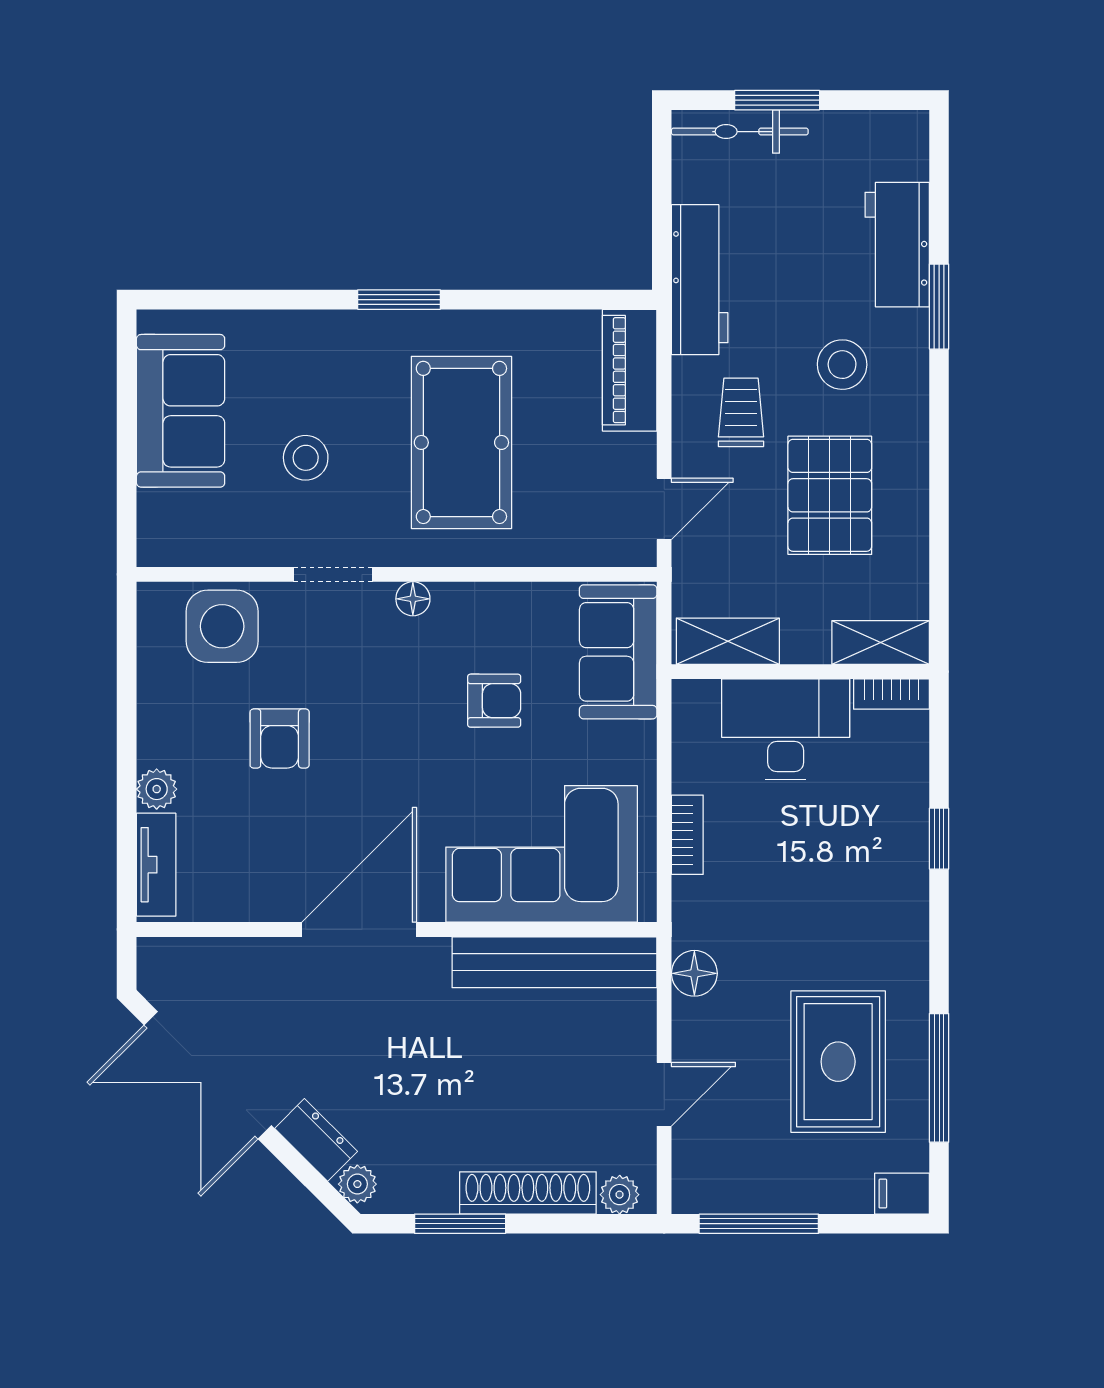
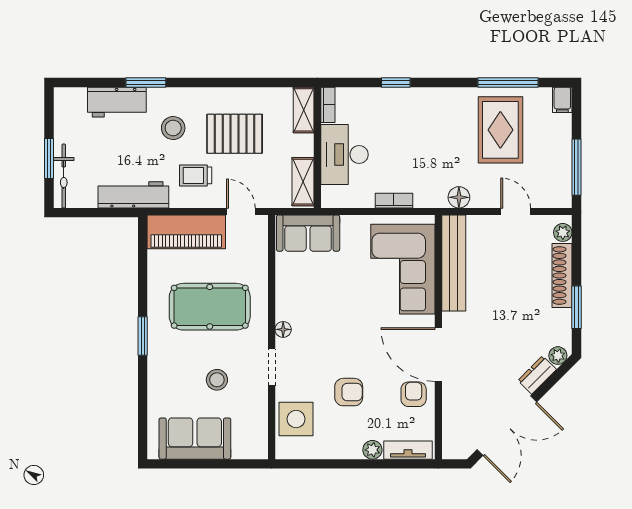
piano: (630, 370) -> (186, 232), width x1.37, depth x1.33
armchair: (494, 701) -> (414, 394), moved
rug: (838, 1062) -> (500, 130), turned 90

